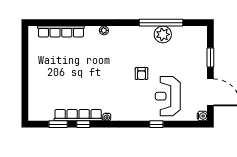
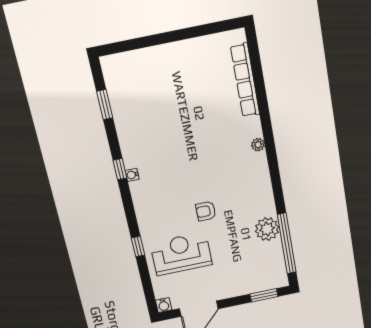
window: (161, 23) -> (287, 243), moved
window: (210, 58) -> (264, 295), moved
row of seats: (78, 115) -> (125, 132), removed
window: (83, 124) -> (120, 169), moved

